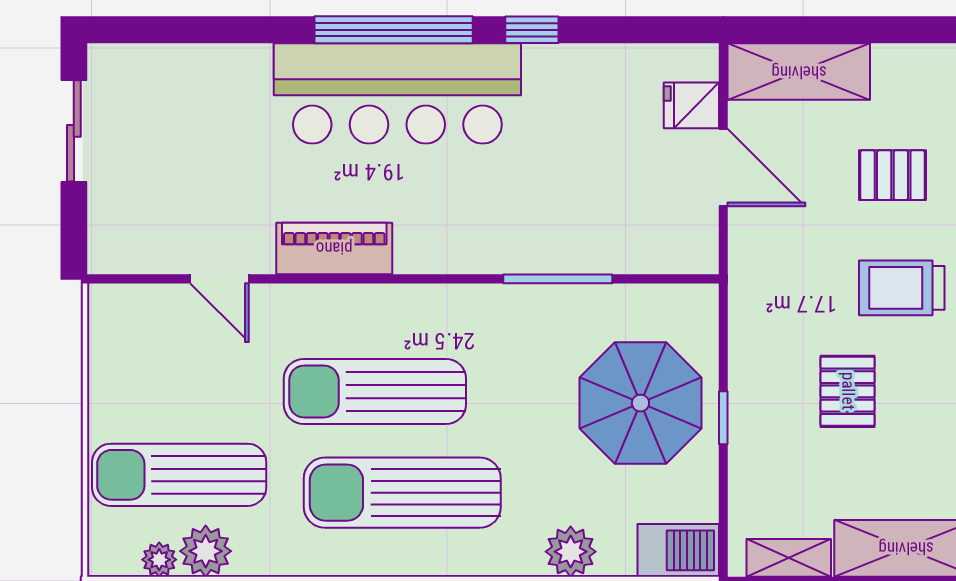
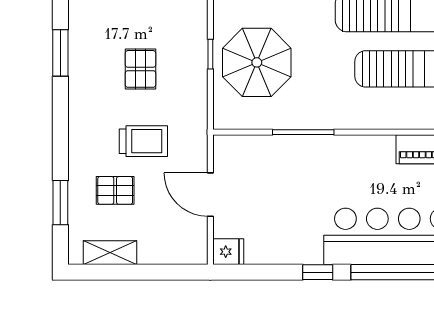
shelving: (799, 72) -> (110, 253), moved, width x0.67, depth x0.75
fridge: (691, 105) -> (228, 252), moved
trolley: (902, 288) -> (143, 141), moved

